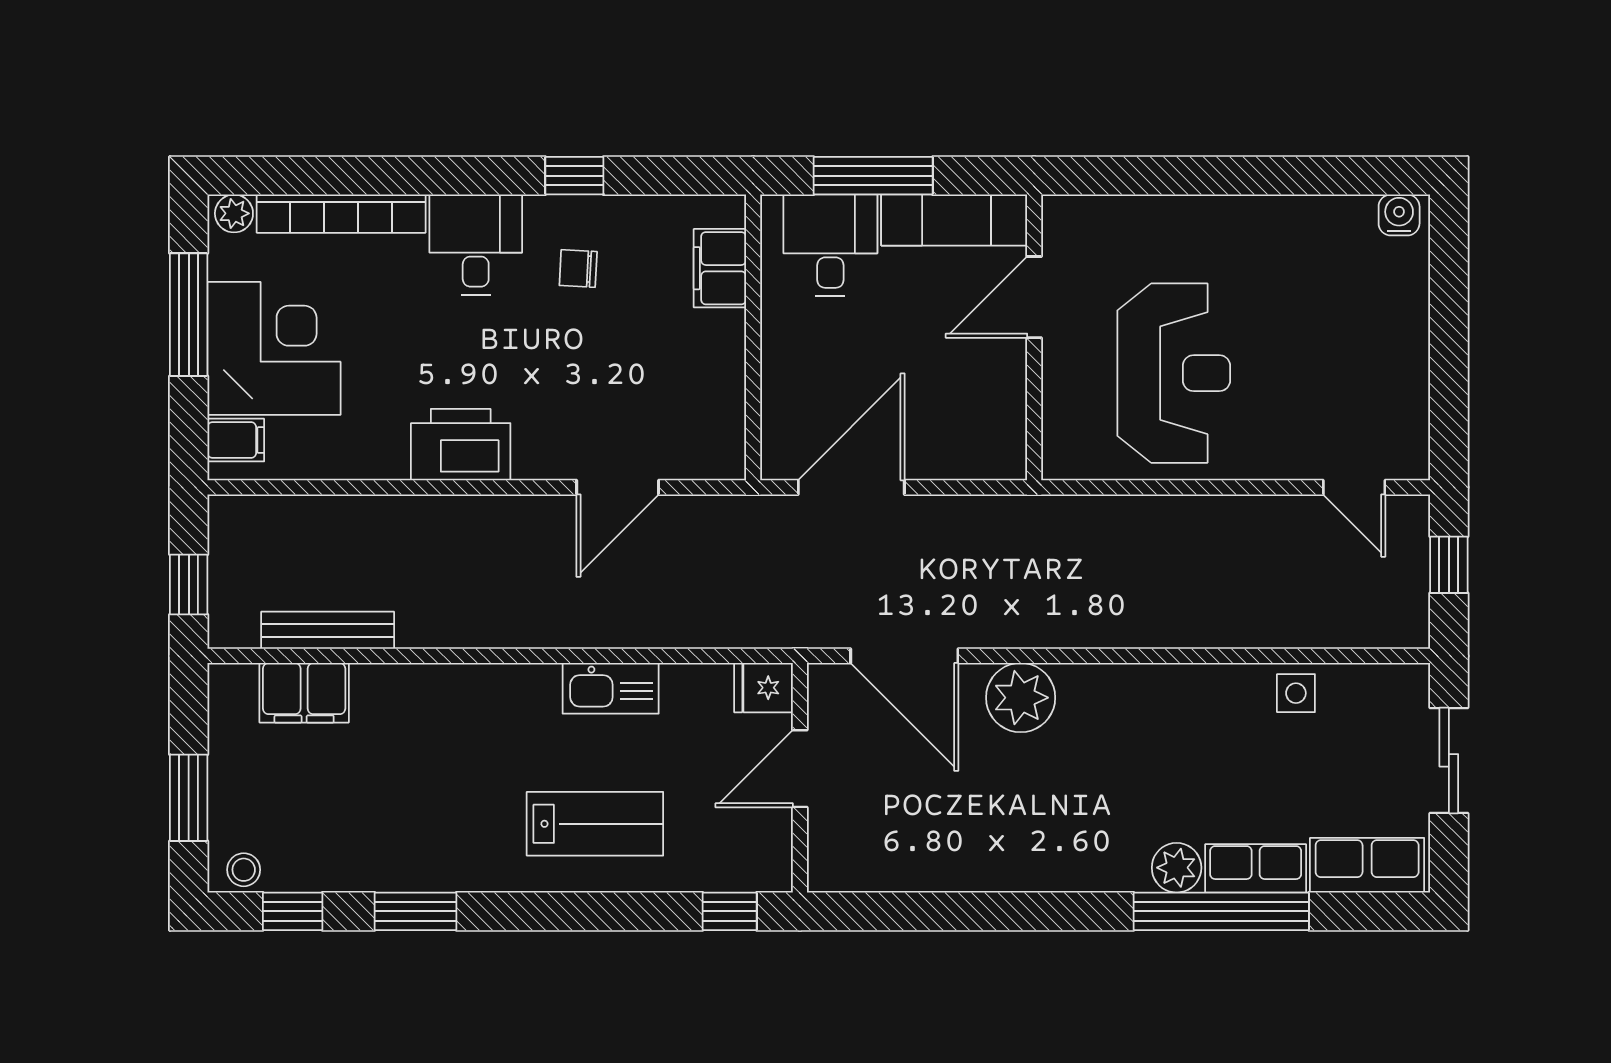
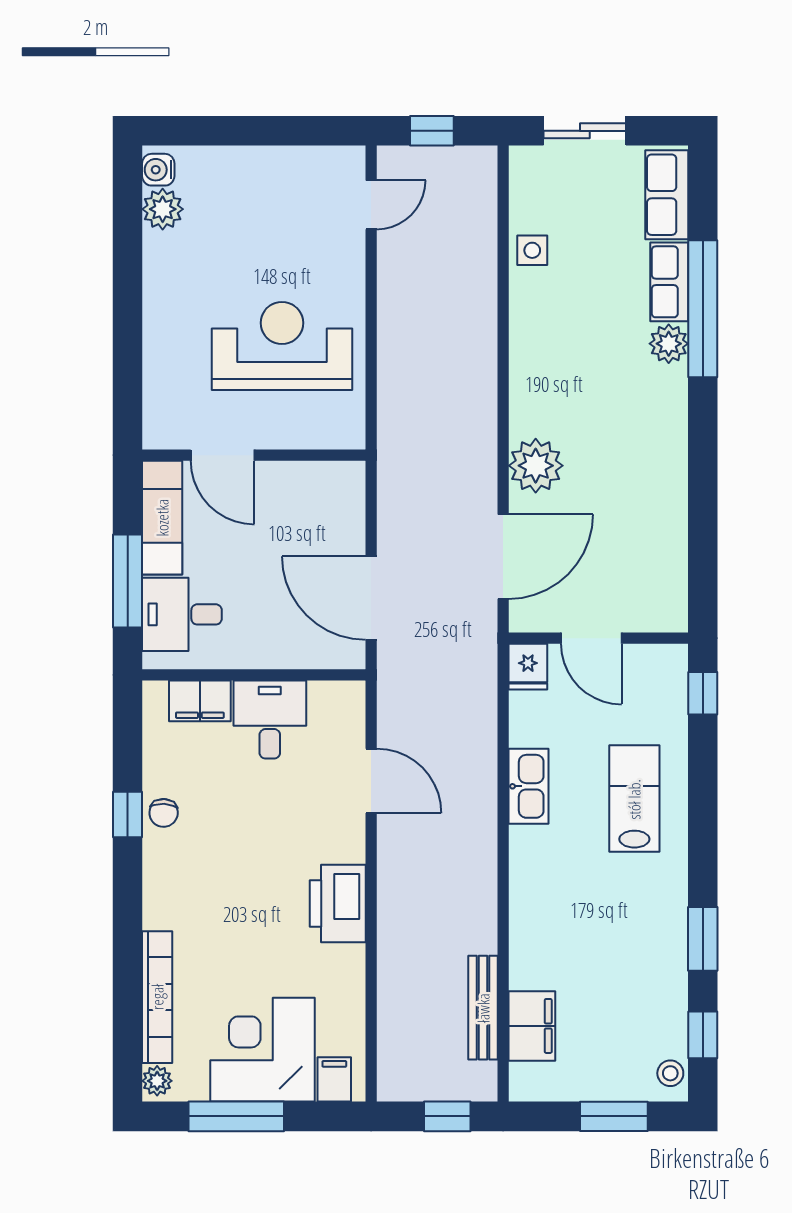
plant: (1349, 221) -> (163, 209), added
desk: (476, 245) -> (270, 720), moved, turned 90
chair: (578, 268) -> (164, 813), moved

